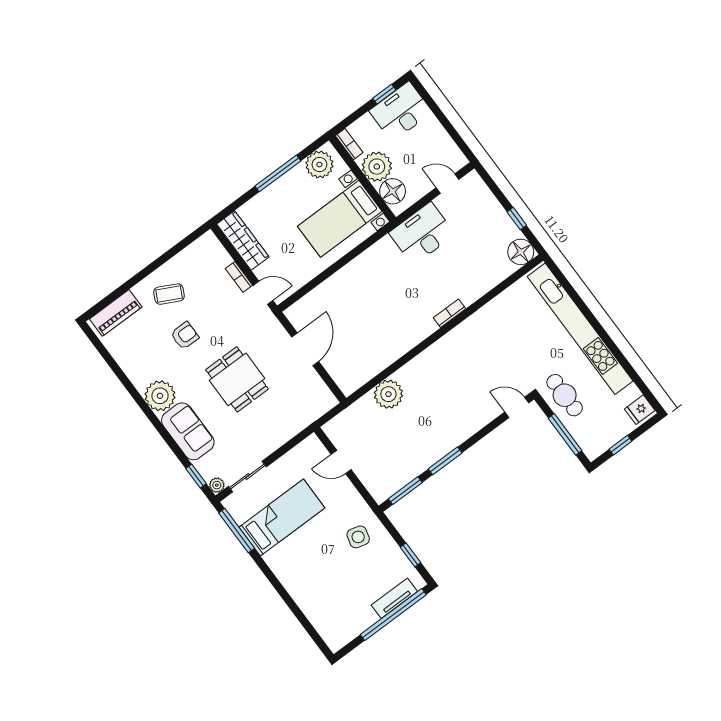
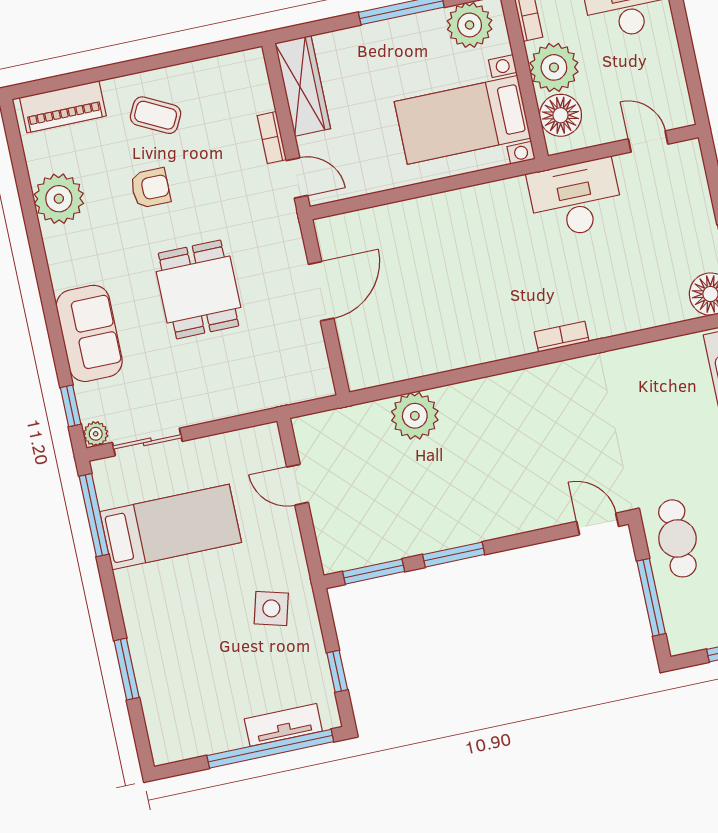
plant: (160, 396) -> (59, 199), moved
window: (294, 607) -> (127, 669), added

